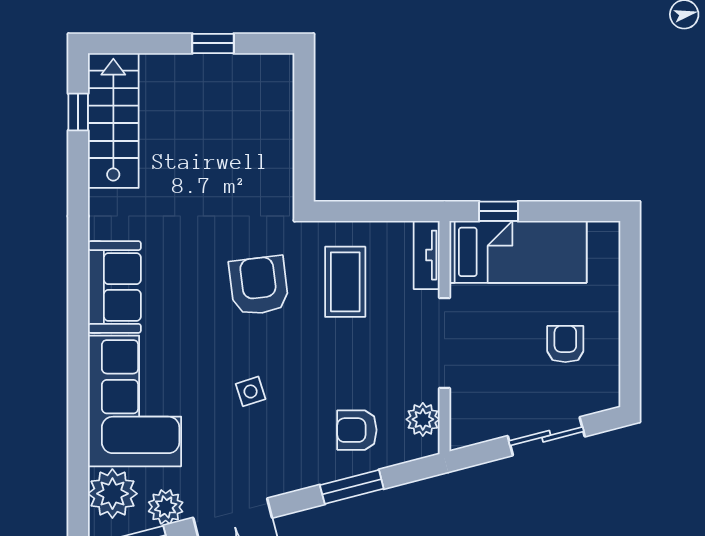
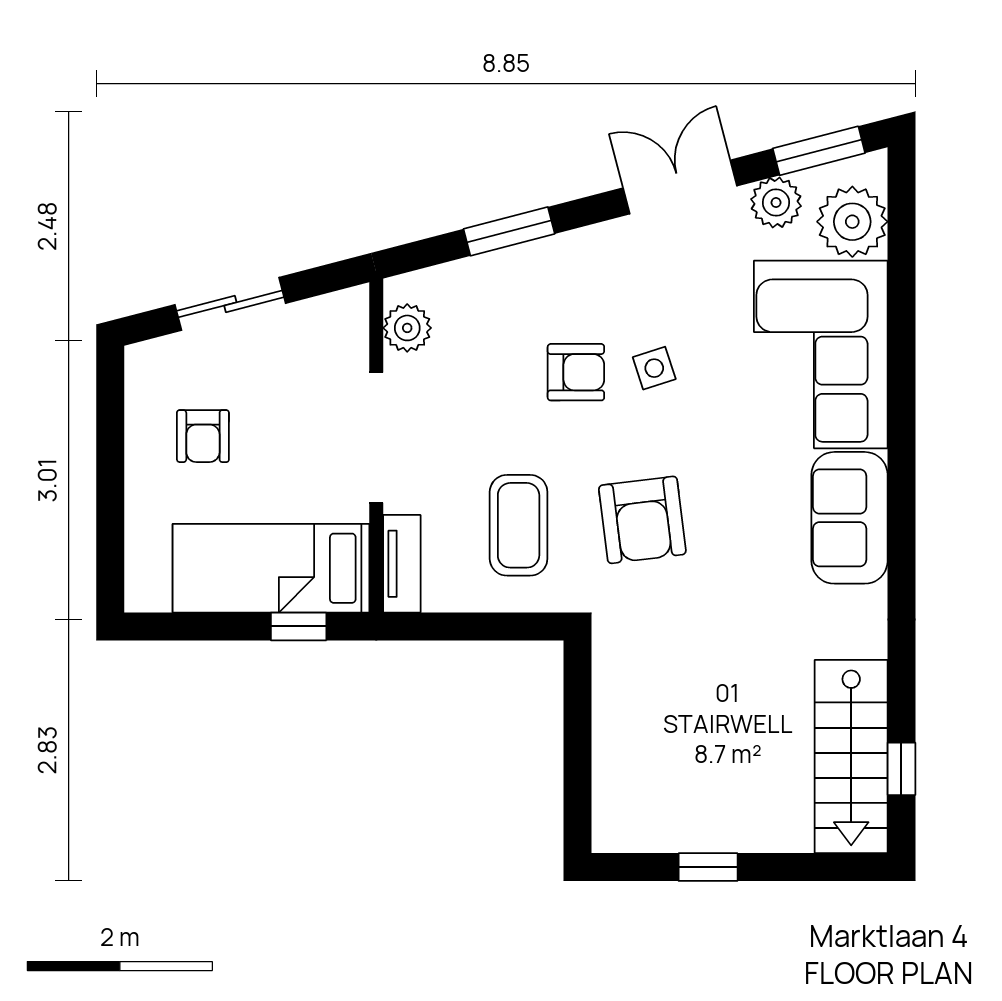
armchair: (357, 430) -> (576, 372), moved

